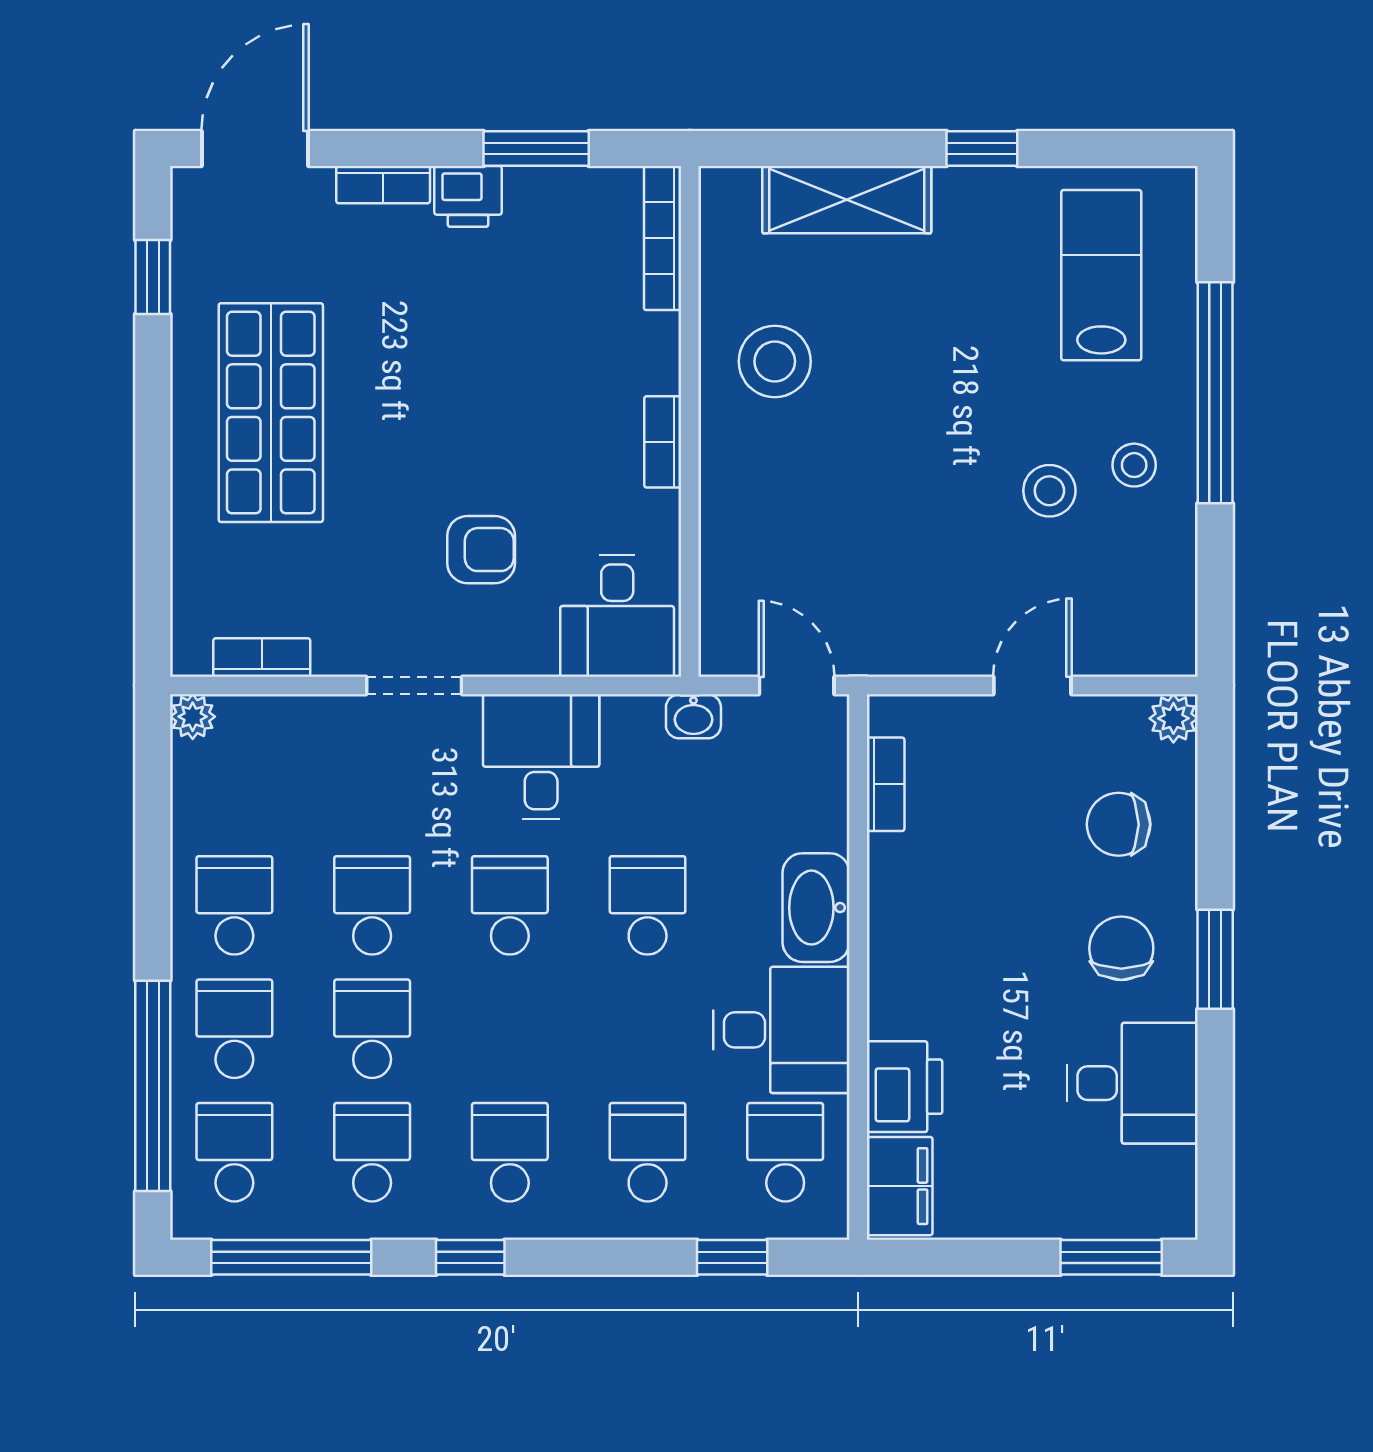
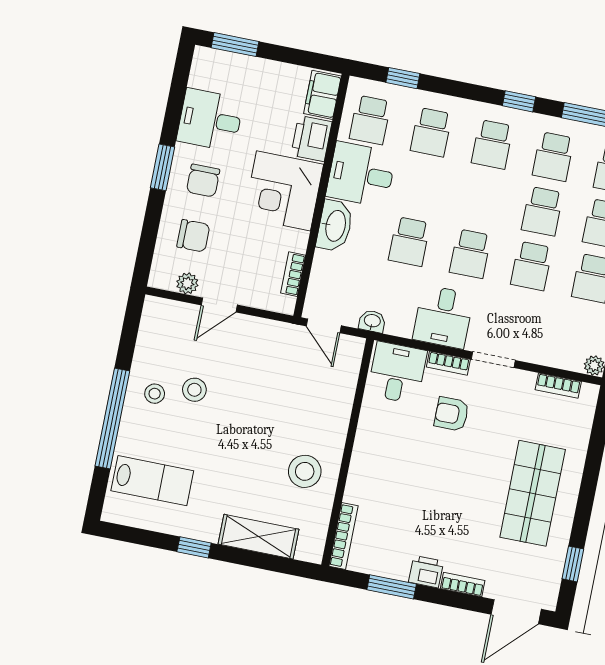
lab bench: (1101, 275) -> (152, 481), turned -90
bookcase: (663, 442) -> (448, 363), moved, turned 90
plant: (1173, 718) -> (187, 283), moved
corner desk: (942, 961) -> (283, 191), added

